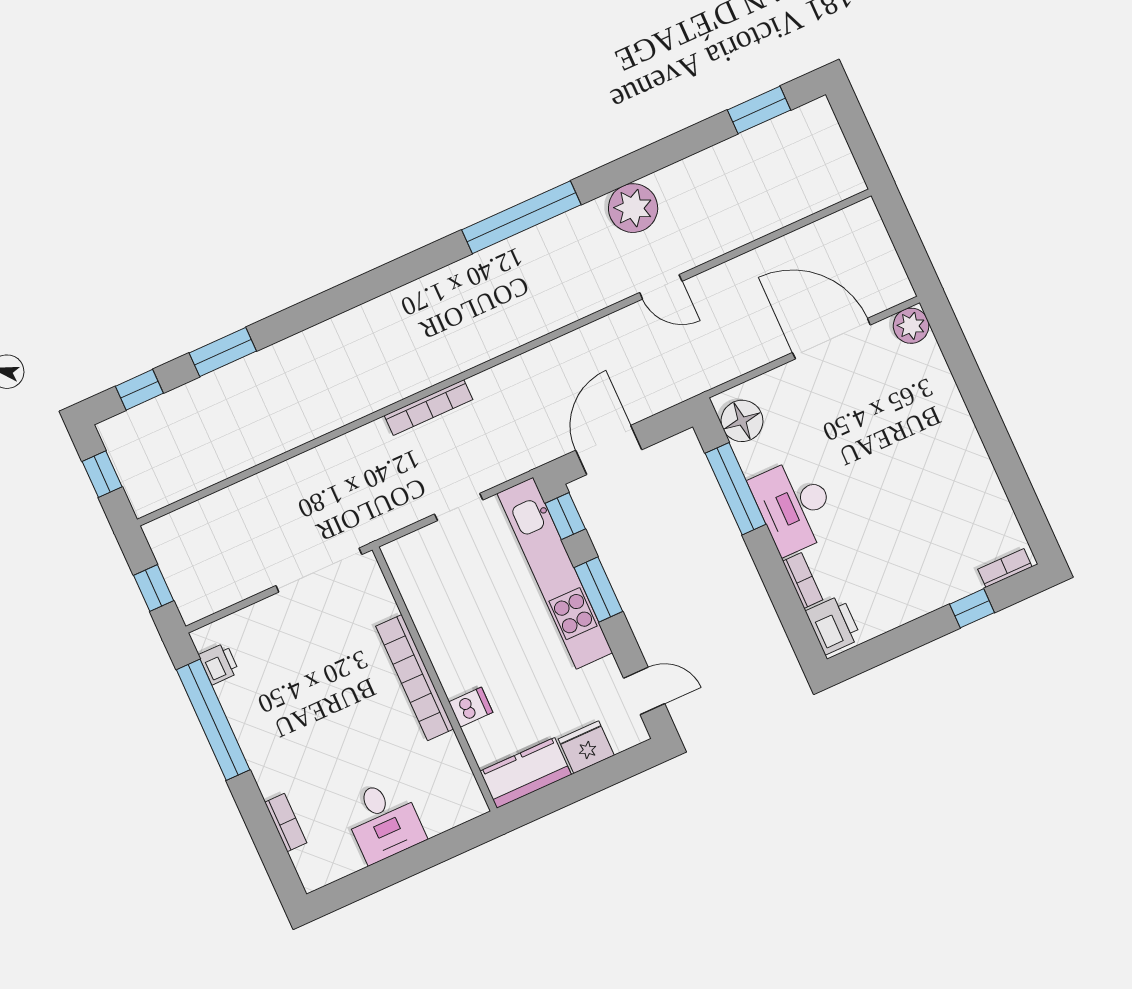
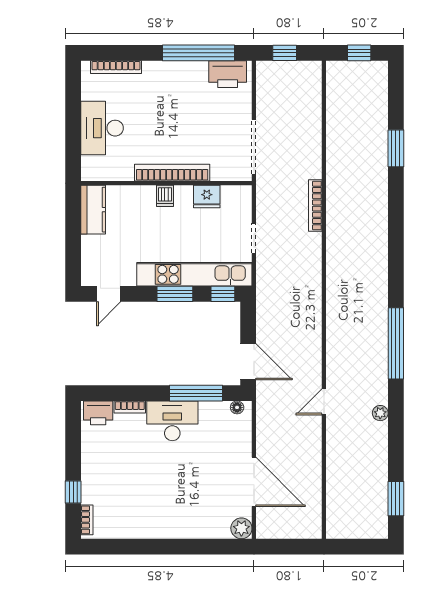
plant: (633, 208) -> (380, 413), width x0.53, depth x0.53
door: (831, 339) -> (254, 482), hinge flipped
window: (139, 390) -> (396, 94), removed
bookcase: (429, 408) -> (315, 206), moved
floor lamp: (742, 421) -> (237, 407), width x0.53, depth x0.53
door: (609, 450) -> (248, 362), moved
printer: (219, 664) -> (228, 74), width x1.87, depth x1.48
dishwasher: (471, 707) -> (165, 196), moved
fridge: (586, 747) -> (207, 196), moved, turned 90
desk: (384, 821) -> (102, 128), width x1.37
bookcase: (286, 822) -> (116, 67), width x1.56

